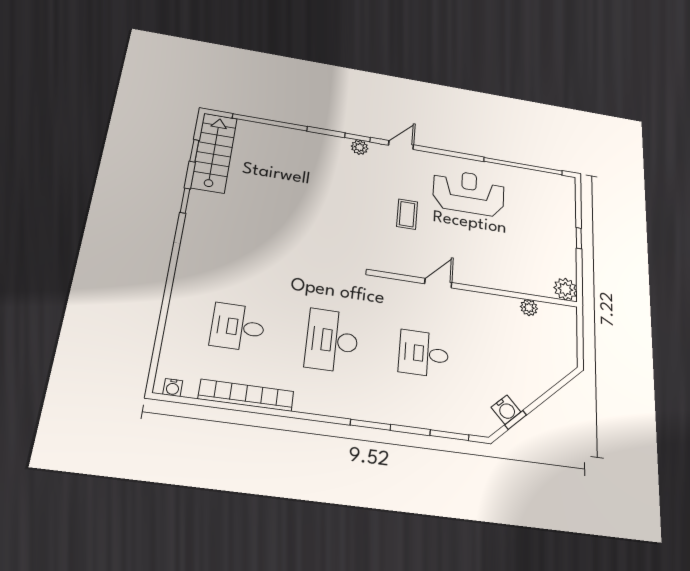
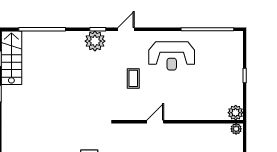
plant: (360, 147) -> (95, 41), width x1.88, depth x1.88
reception desk: (469, 193) -> (172, 56), turned 180
plant: (529, 308) -> (236, 129), moved

